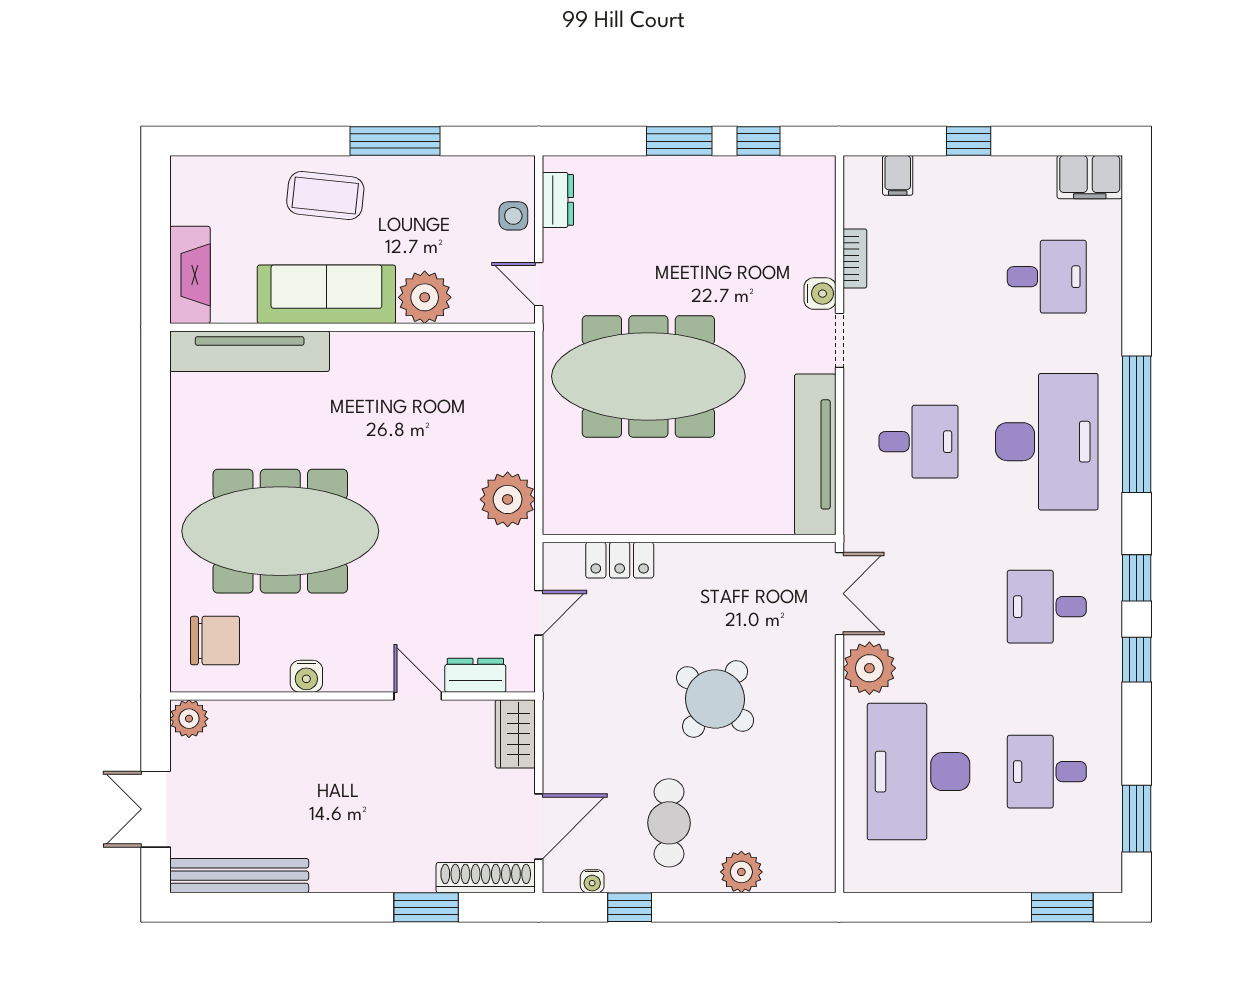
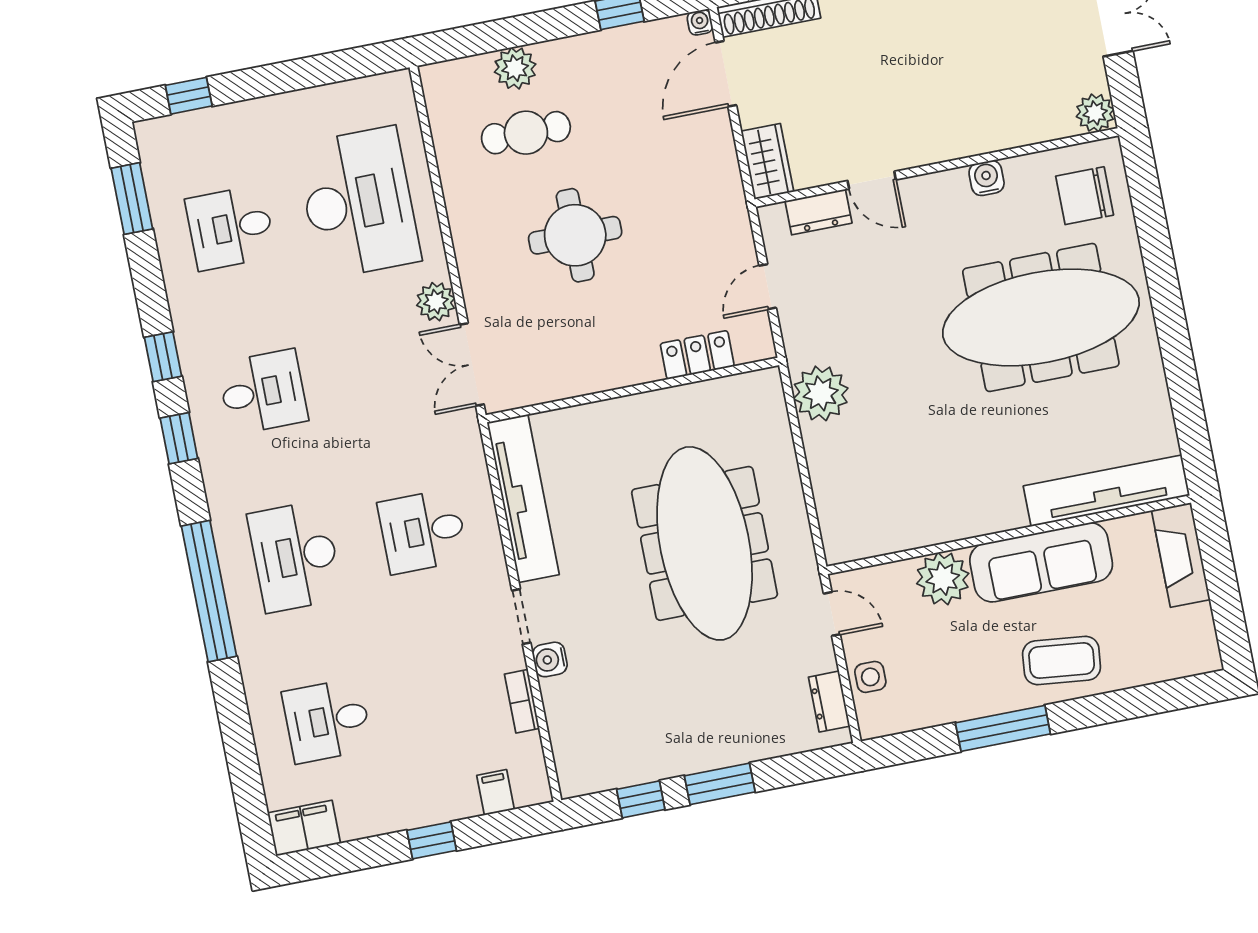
meeting table: (648, 376) -> (705, 543), turned 90
desk: (1047, 442) -> (295, 556), width x0.73, depth x0.77
plant: (869, 668) -> (436, 302), width x0.73, depth x0.73
round table: (715, 699) -> (575, 235), turned -38
desk: (1047, 772) -> (231, 228), turned 180
cafe table: (669, 823) -> (526, 133), moved, turned 90
water cooler: (592, 881) -> (700, 22), moved
window: (1062, 907) -> (189, 96), width x0.67

